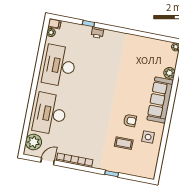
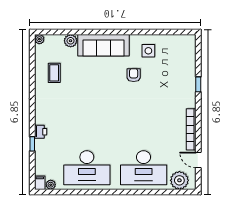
coffee table: (124, 143) -> (54, 73), moved

